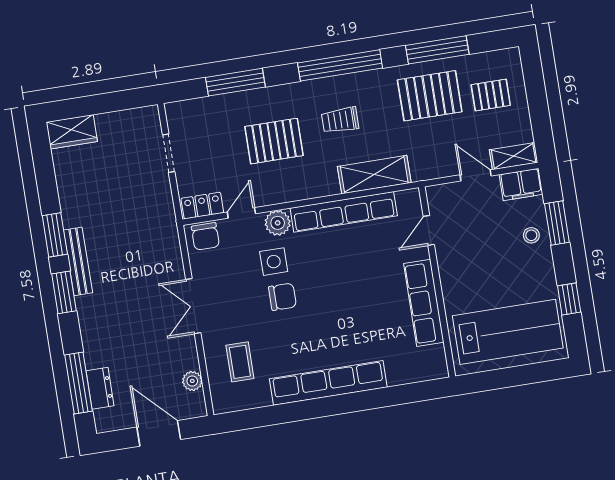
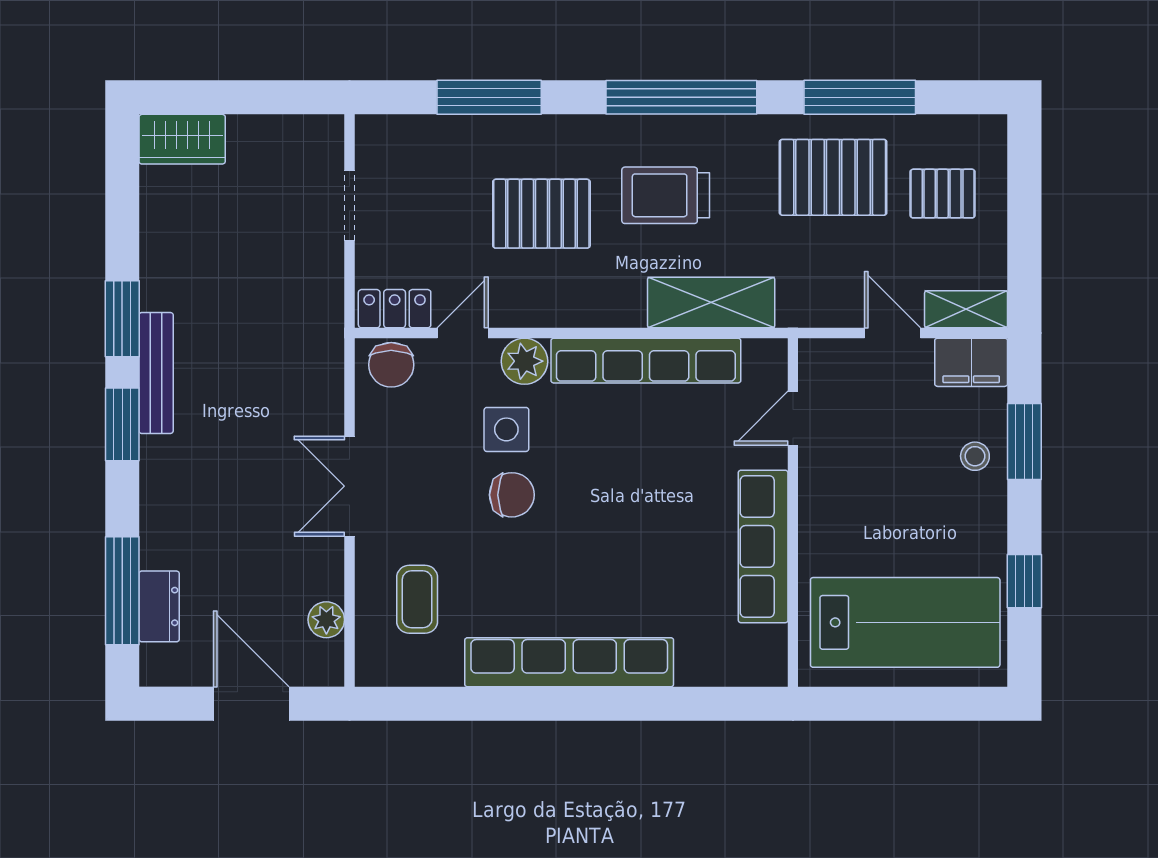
trolley: (340, 120) -> (666, 195), width x1.36, depth x1.39

